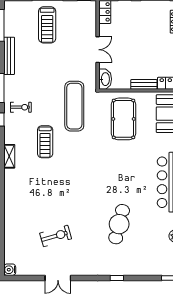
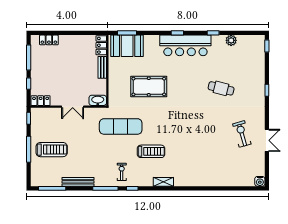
double door: (98, 50) -> (73, 107), swing flipped
pool table: (123, 119) -> (149, 87), moved
cafe table: (119, 224) -> (221, 88), width x0.73, depth x0.74
exercise bike: (56, 236) -> (242, 134), moved

